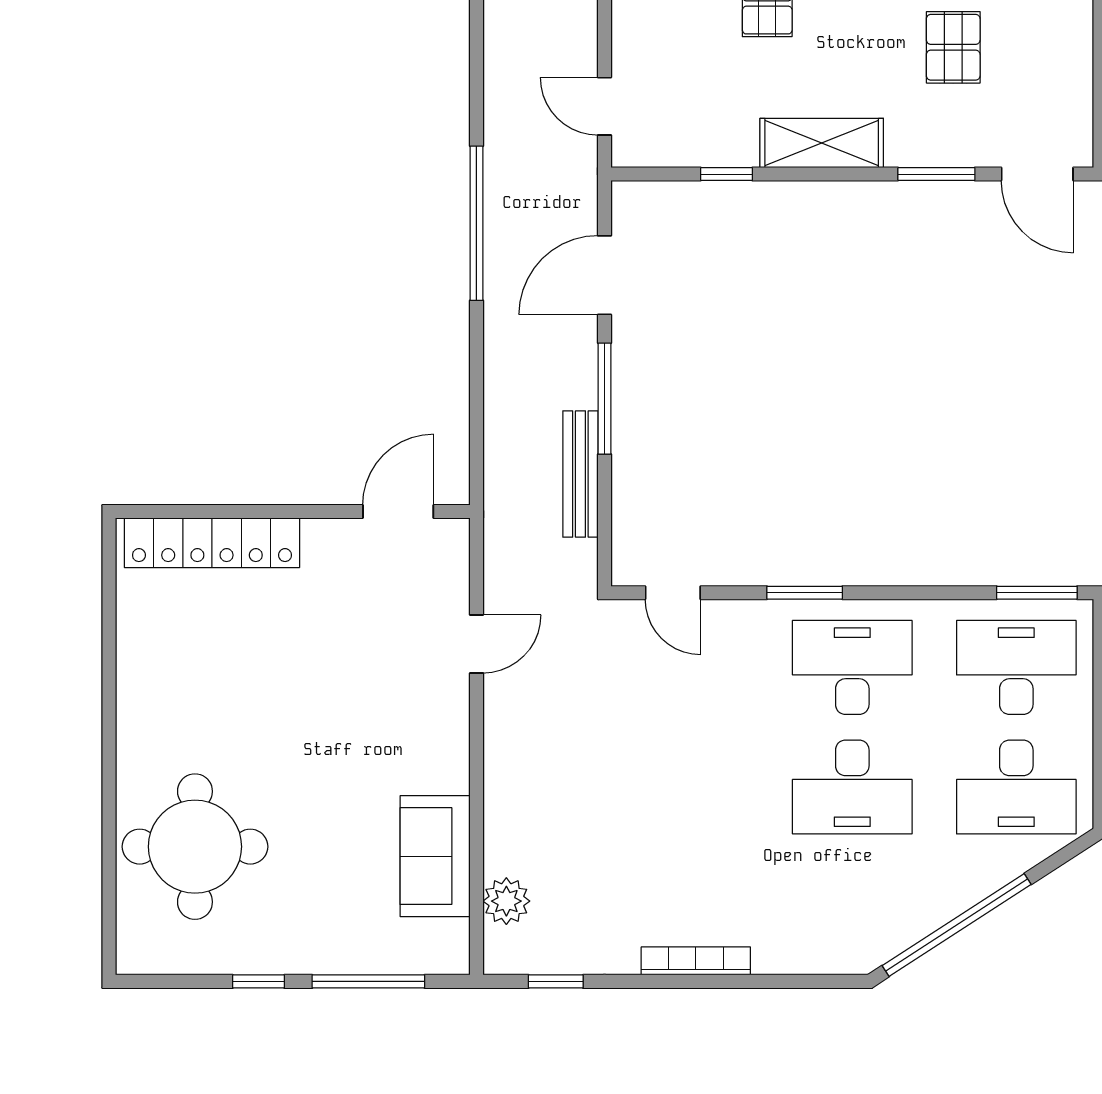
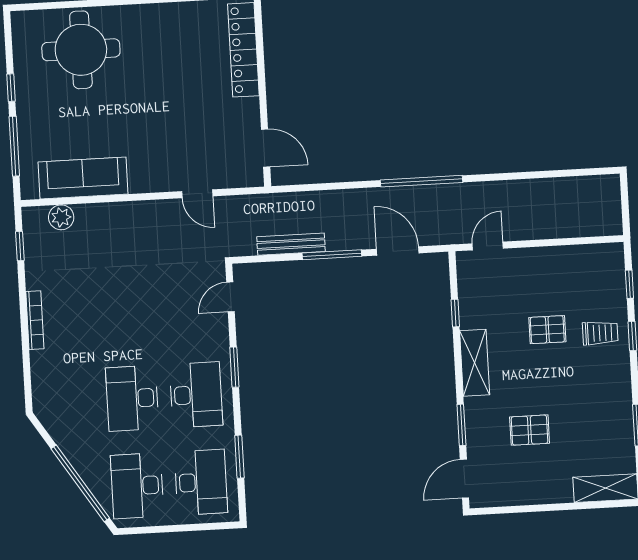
window: (1037, 593) -> (239, 457), moved
sofa: (435, 856) -> (83, 178), width x1.36
window: (957, 925) -> (80, 483), moved

